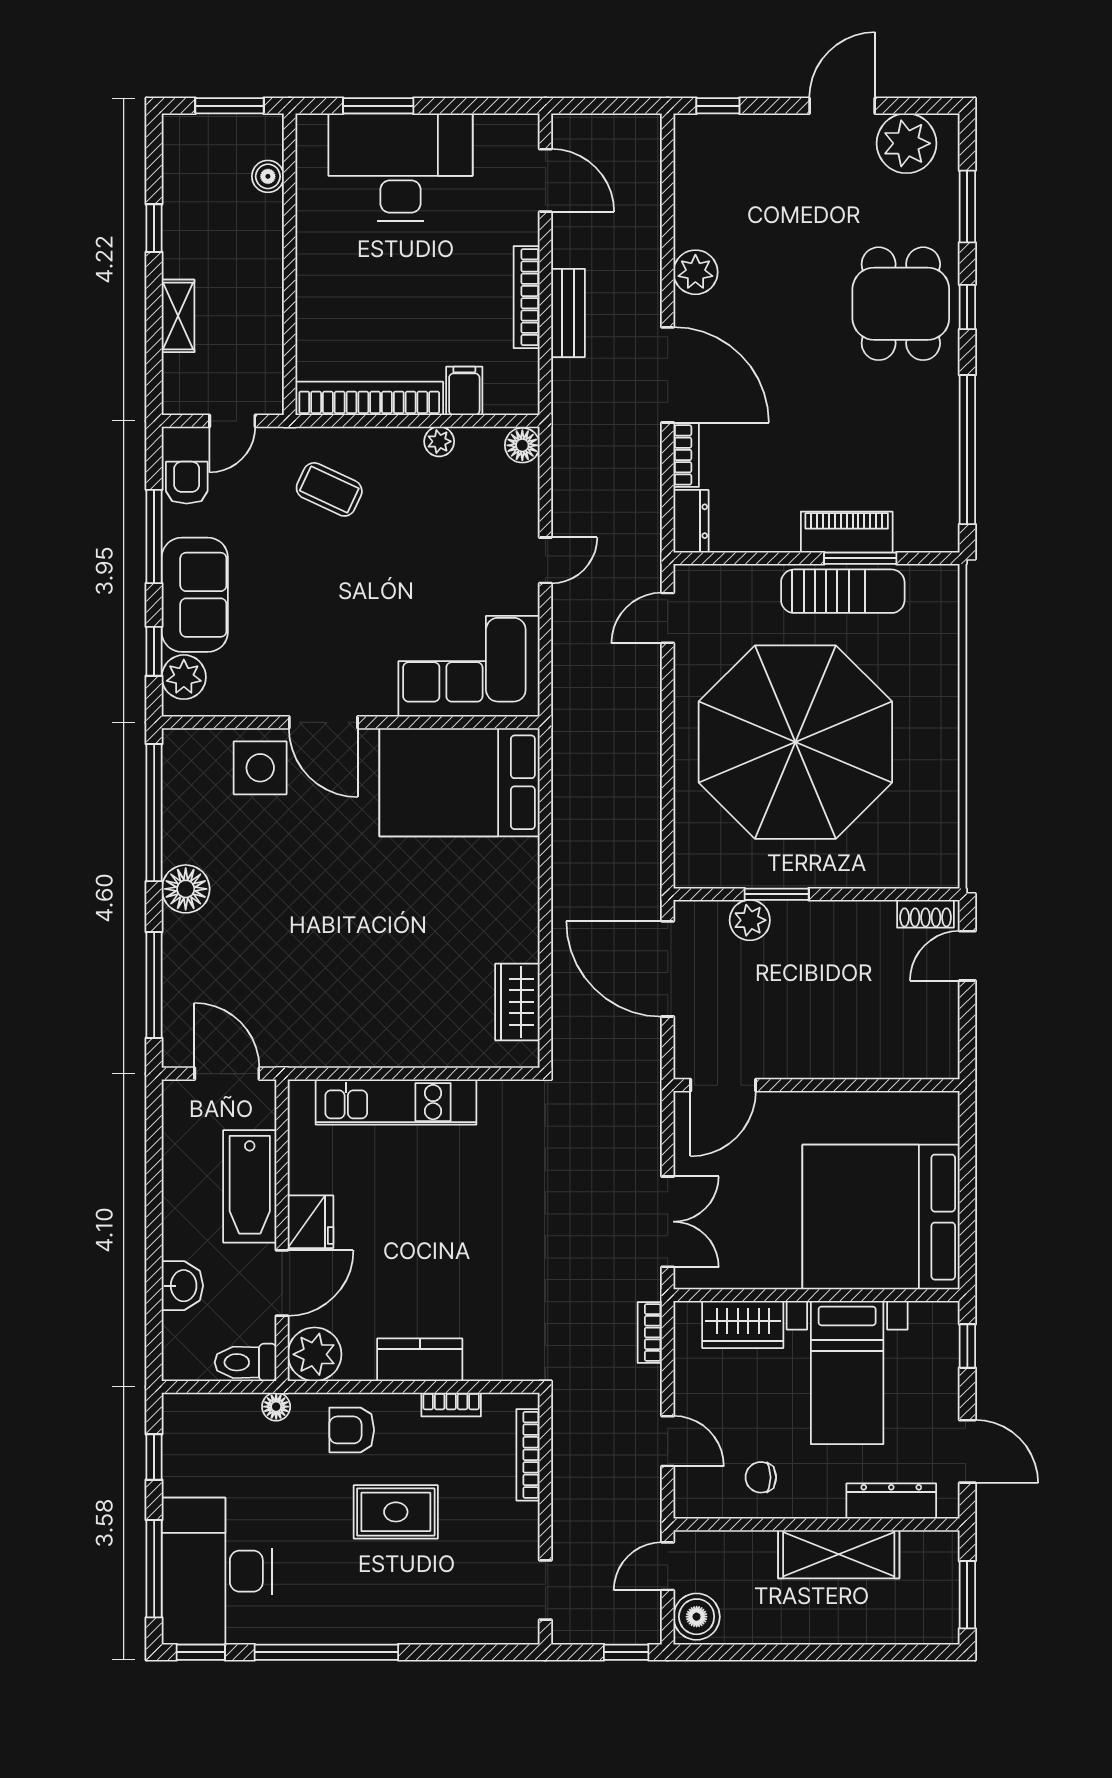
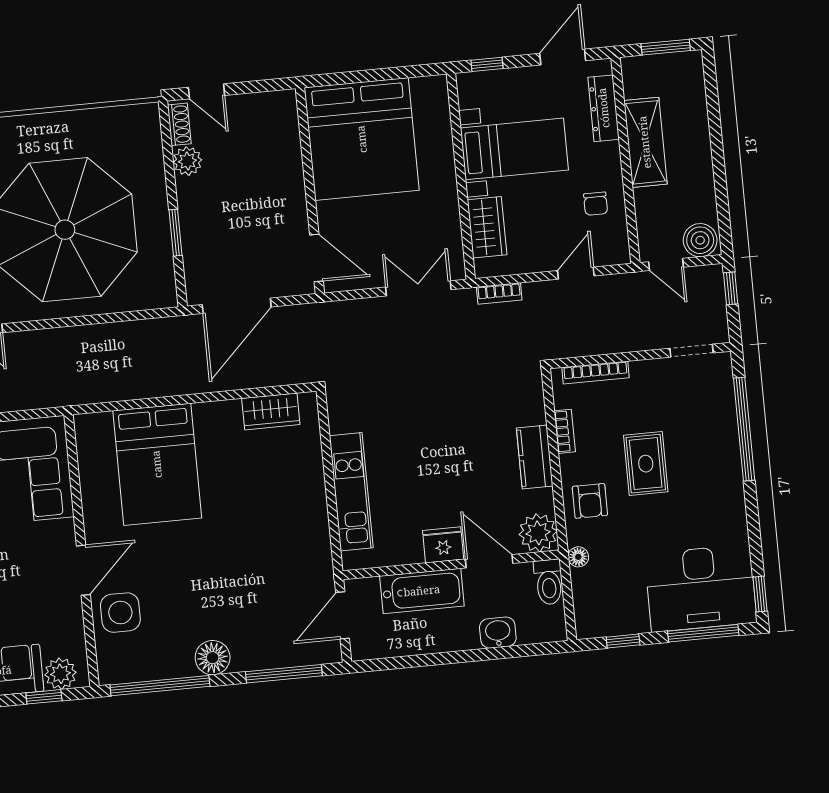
bed: (460, 782) -> (157, 464), moved
plant: (750, 920) -> (187, 161), moved
bed: (881, 1217) -> (362, 139), moved
window: (326, 1652) -> (744, 429), moved

